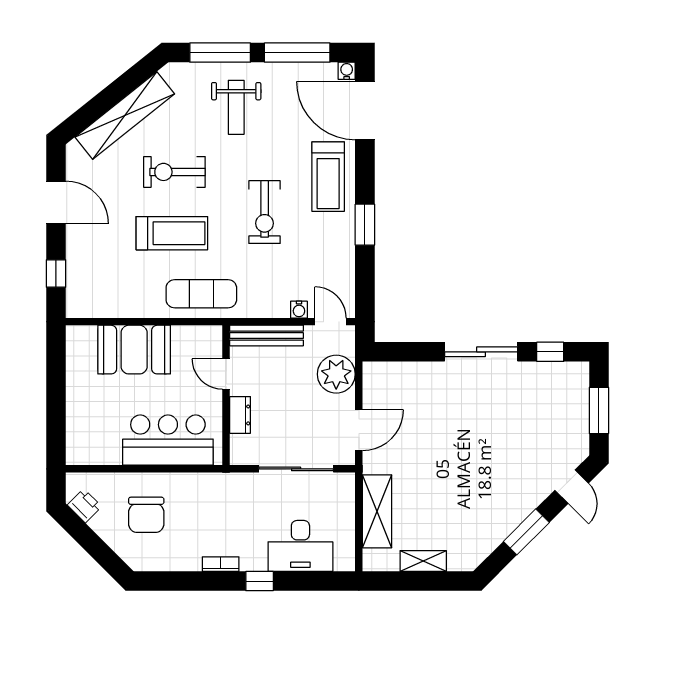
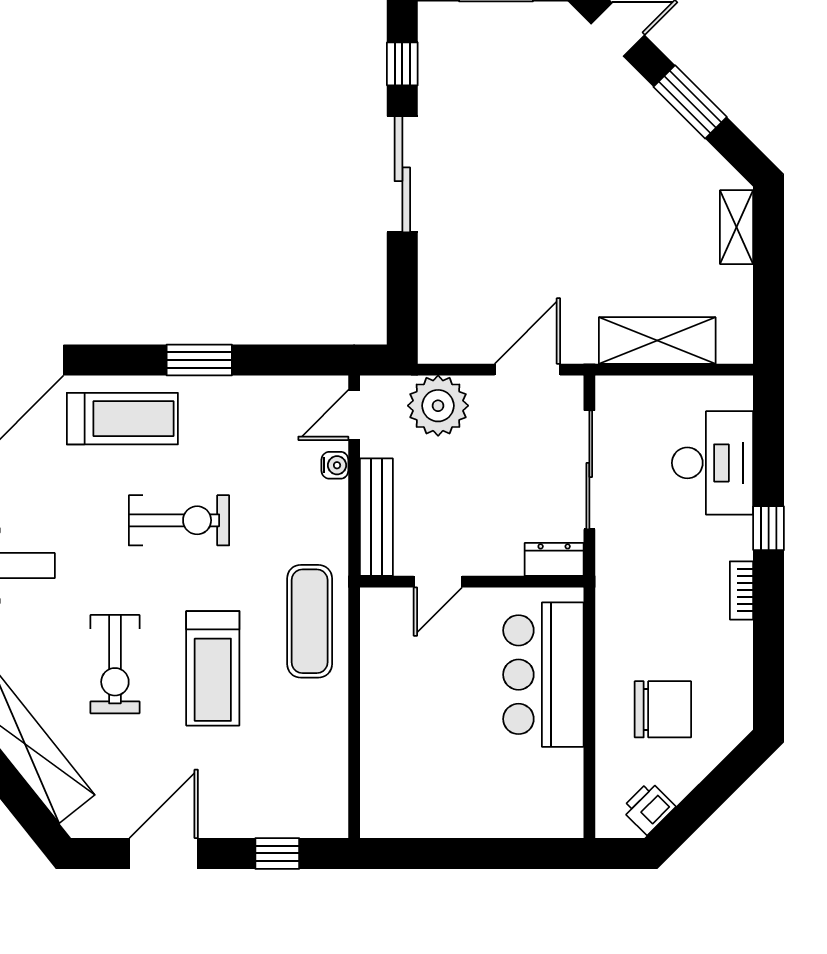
treadmill: (172, 233) -> (213, 668), turned 180
booth: (134, 350) -> (399, 729), removed
dresser: (240, 415) -> (554, 559), moved
door: (359, 430) -> (527, 370), hinge flipped
shelving: (423, 561) -> (737, 227), moved

